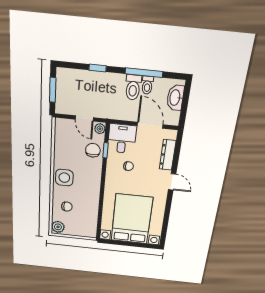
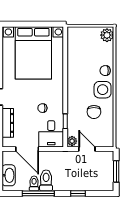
chair: (93, 150) -> (94, 112), moved
chair: (67, 207) -> (105, 71), moved

